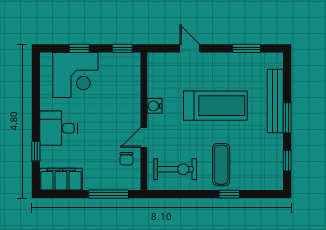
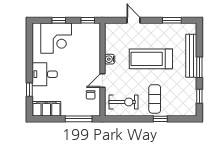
treadmill: (215, 106) -> (151, 59), turned 180

